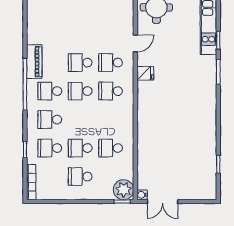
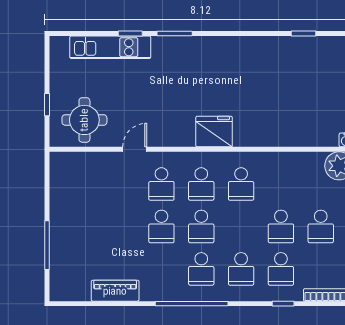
door: (135, 43) -> (135, 149), hinge flipped
piano: (34, 62) -> (115, 291), moved
fridge: (145, 73) -> (214, 132), moved, width x1.88, depth x1.34
school desk: (111, 148) -> (241, 184), moved

